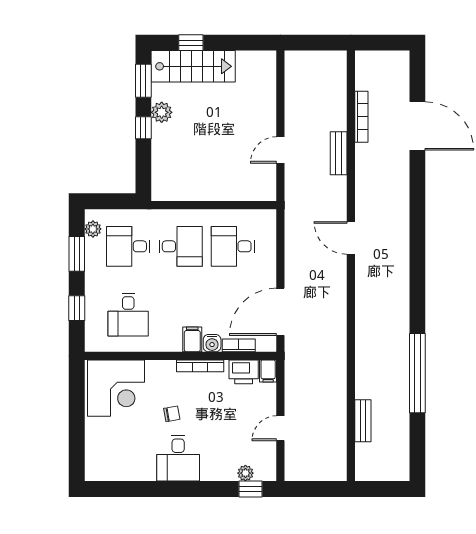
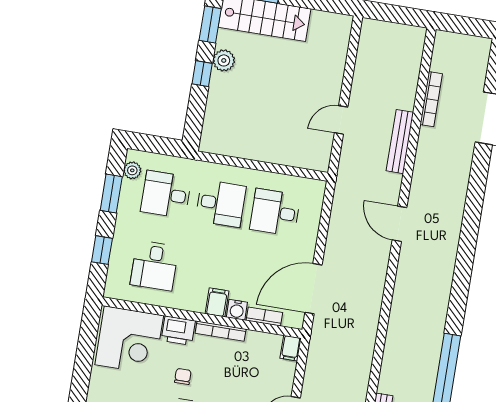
bench: (339, 153) -> (400, 142), width x1.36
printer: (244, 372) -> (178, 331), moved
chair: (172, 414) -> (183, 376), turned -80

